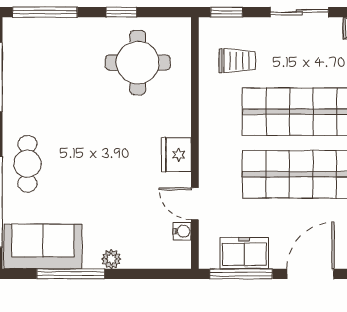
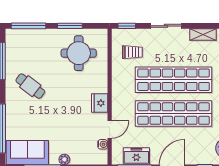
window: (121, 12) -> (70, 26), width x1.50
cafe table: (27, 164) -> (30, 86), moved, turned -53
door: (195, 204) -> (110, 130), swing flipped

